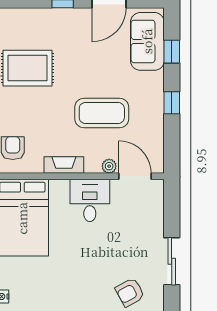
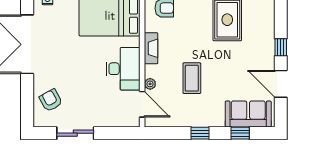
coffee table: (102, 113) -> (192, 78), width x0.73, depth x0.76
door: (135, 176) -> (142, 104), hinge flipped
desk: (90, 200) -> (123, 69), width x1.37

